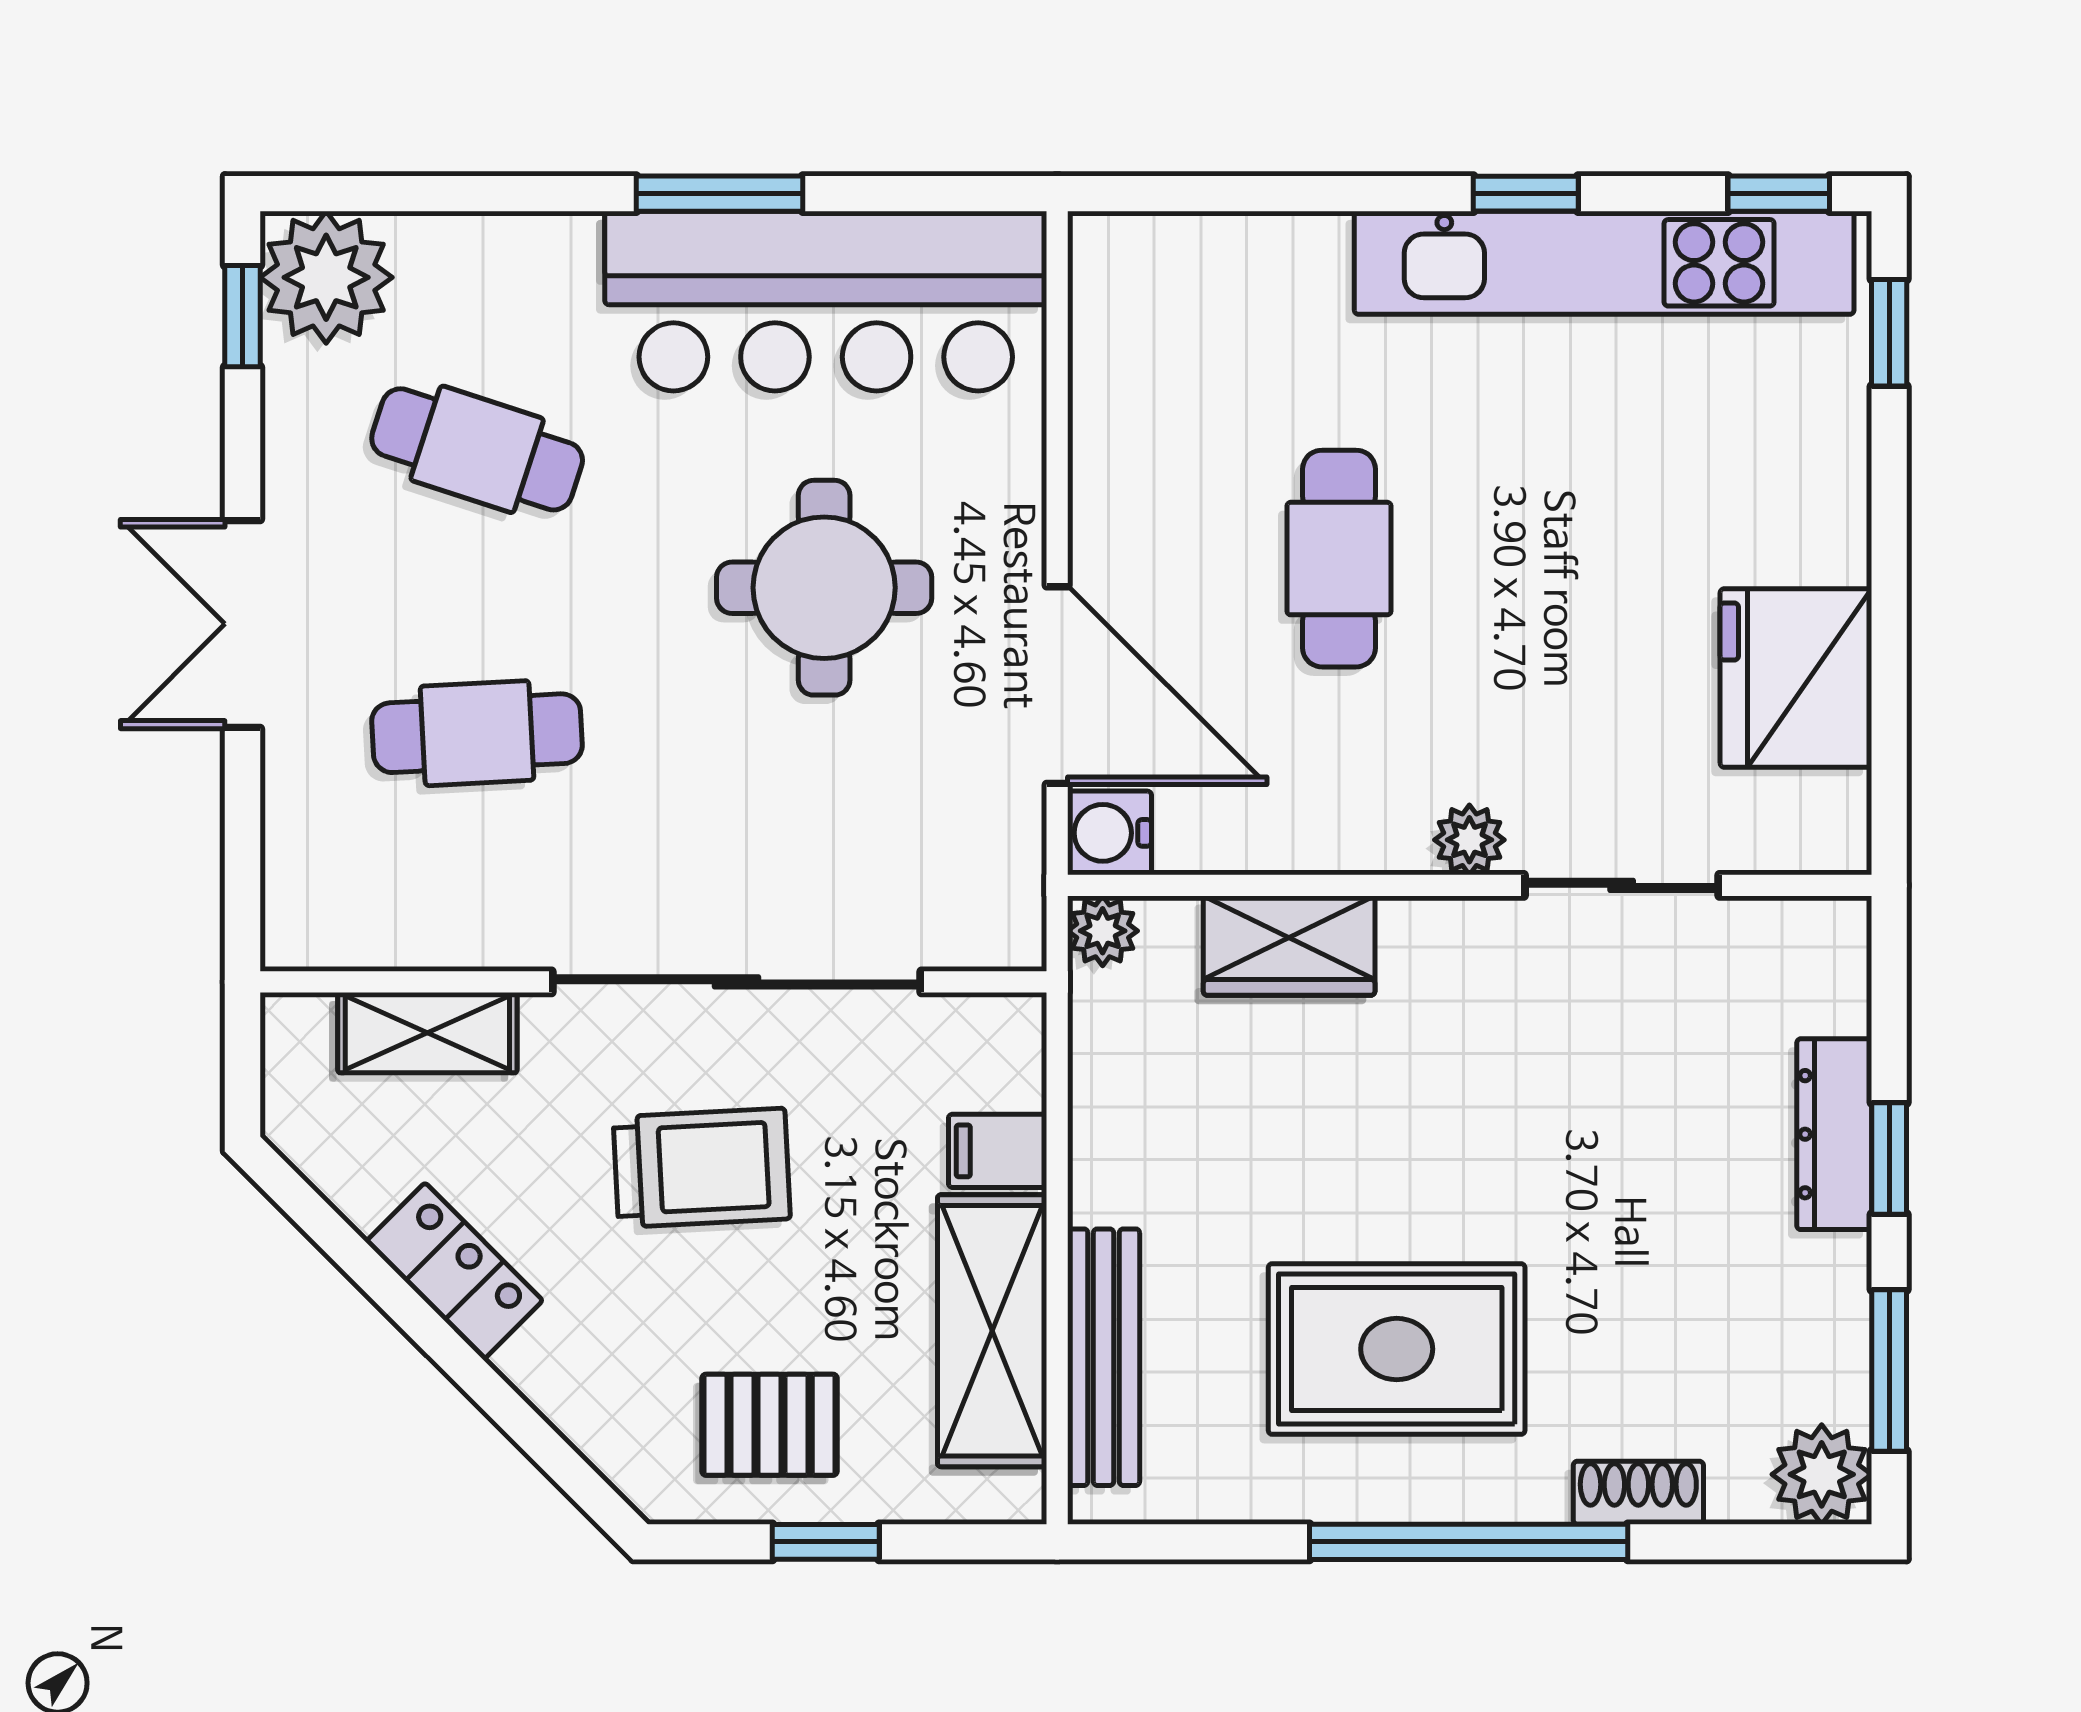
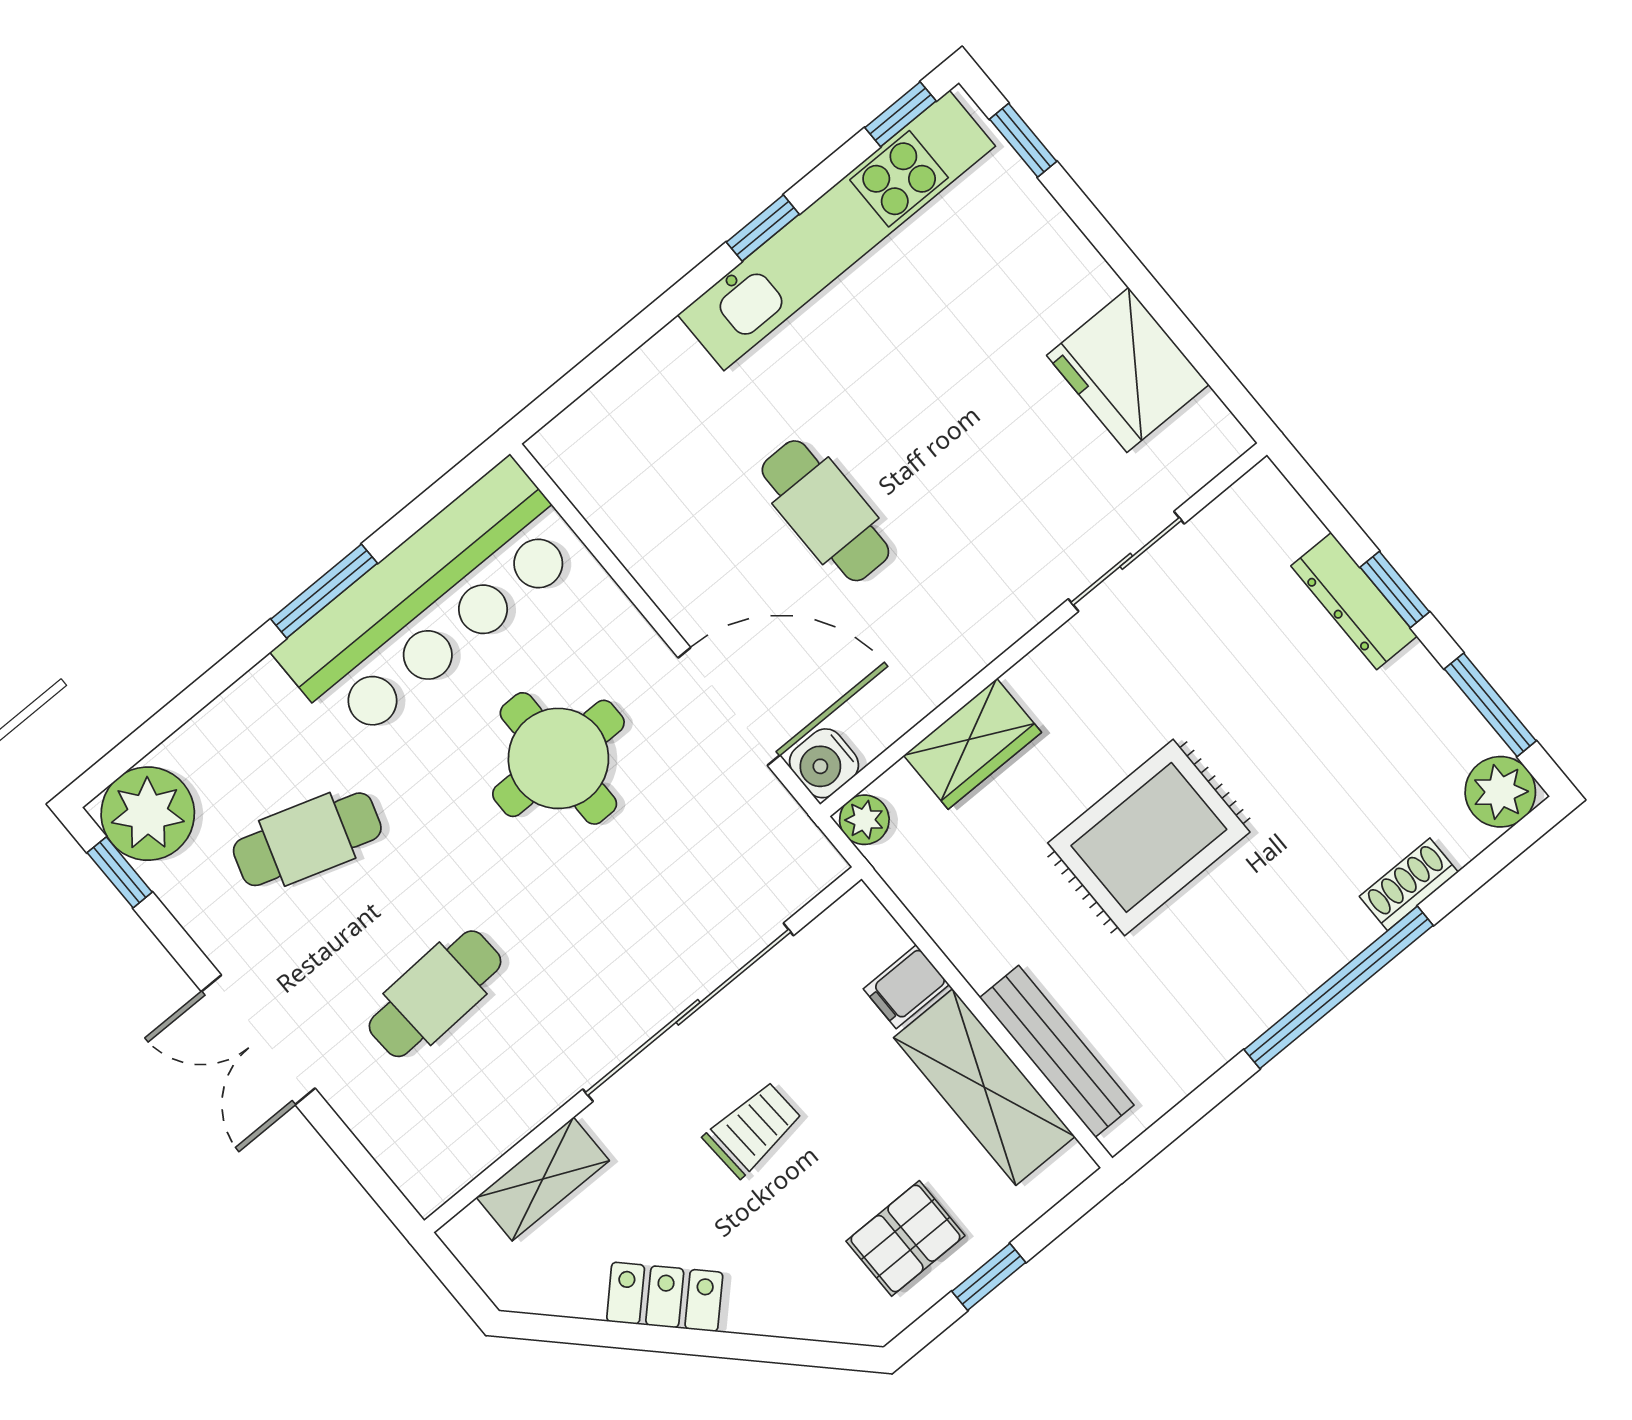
plant: (1469, 840) -> (1023, 605), removed
trolley: (702, 1168) -> (753, 1129), width x0.73, depth x0.72
rug: (1397, 1349) -> (1149, 837), moved

